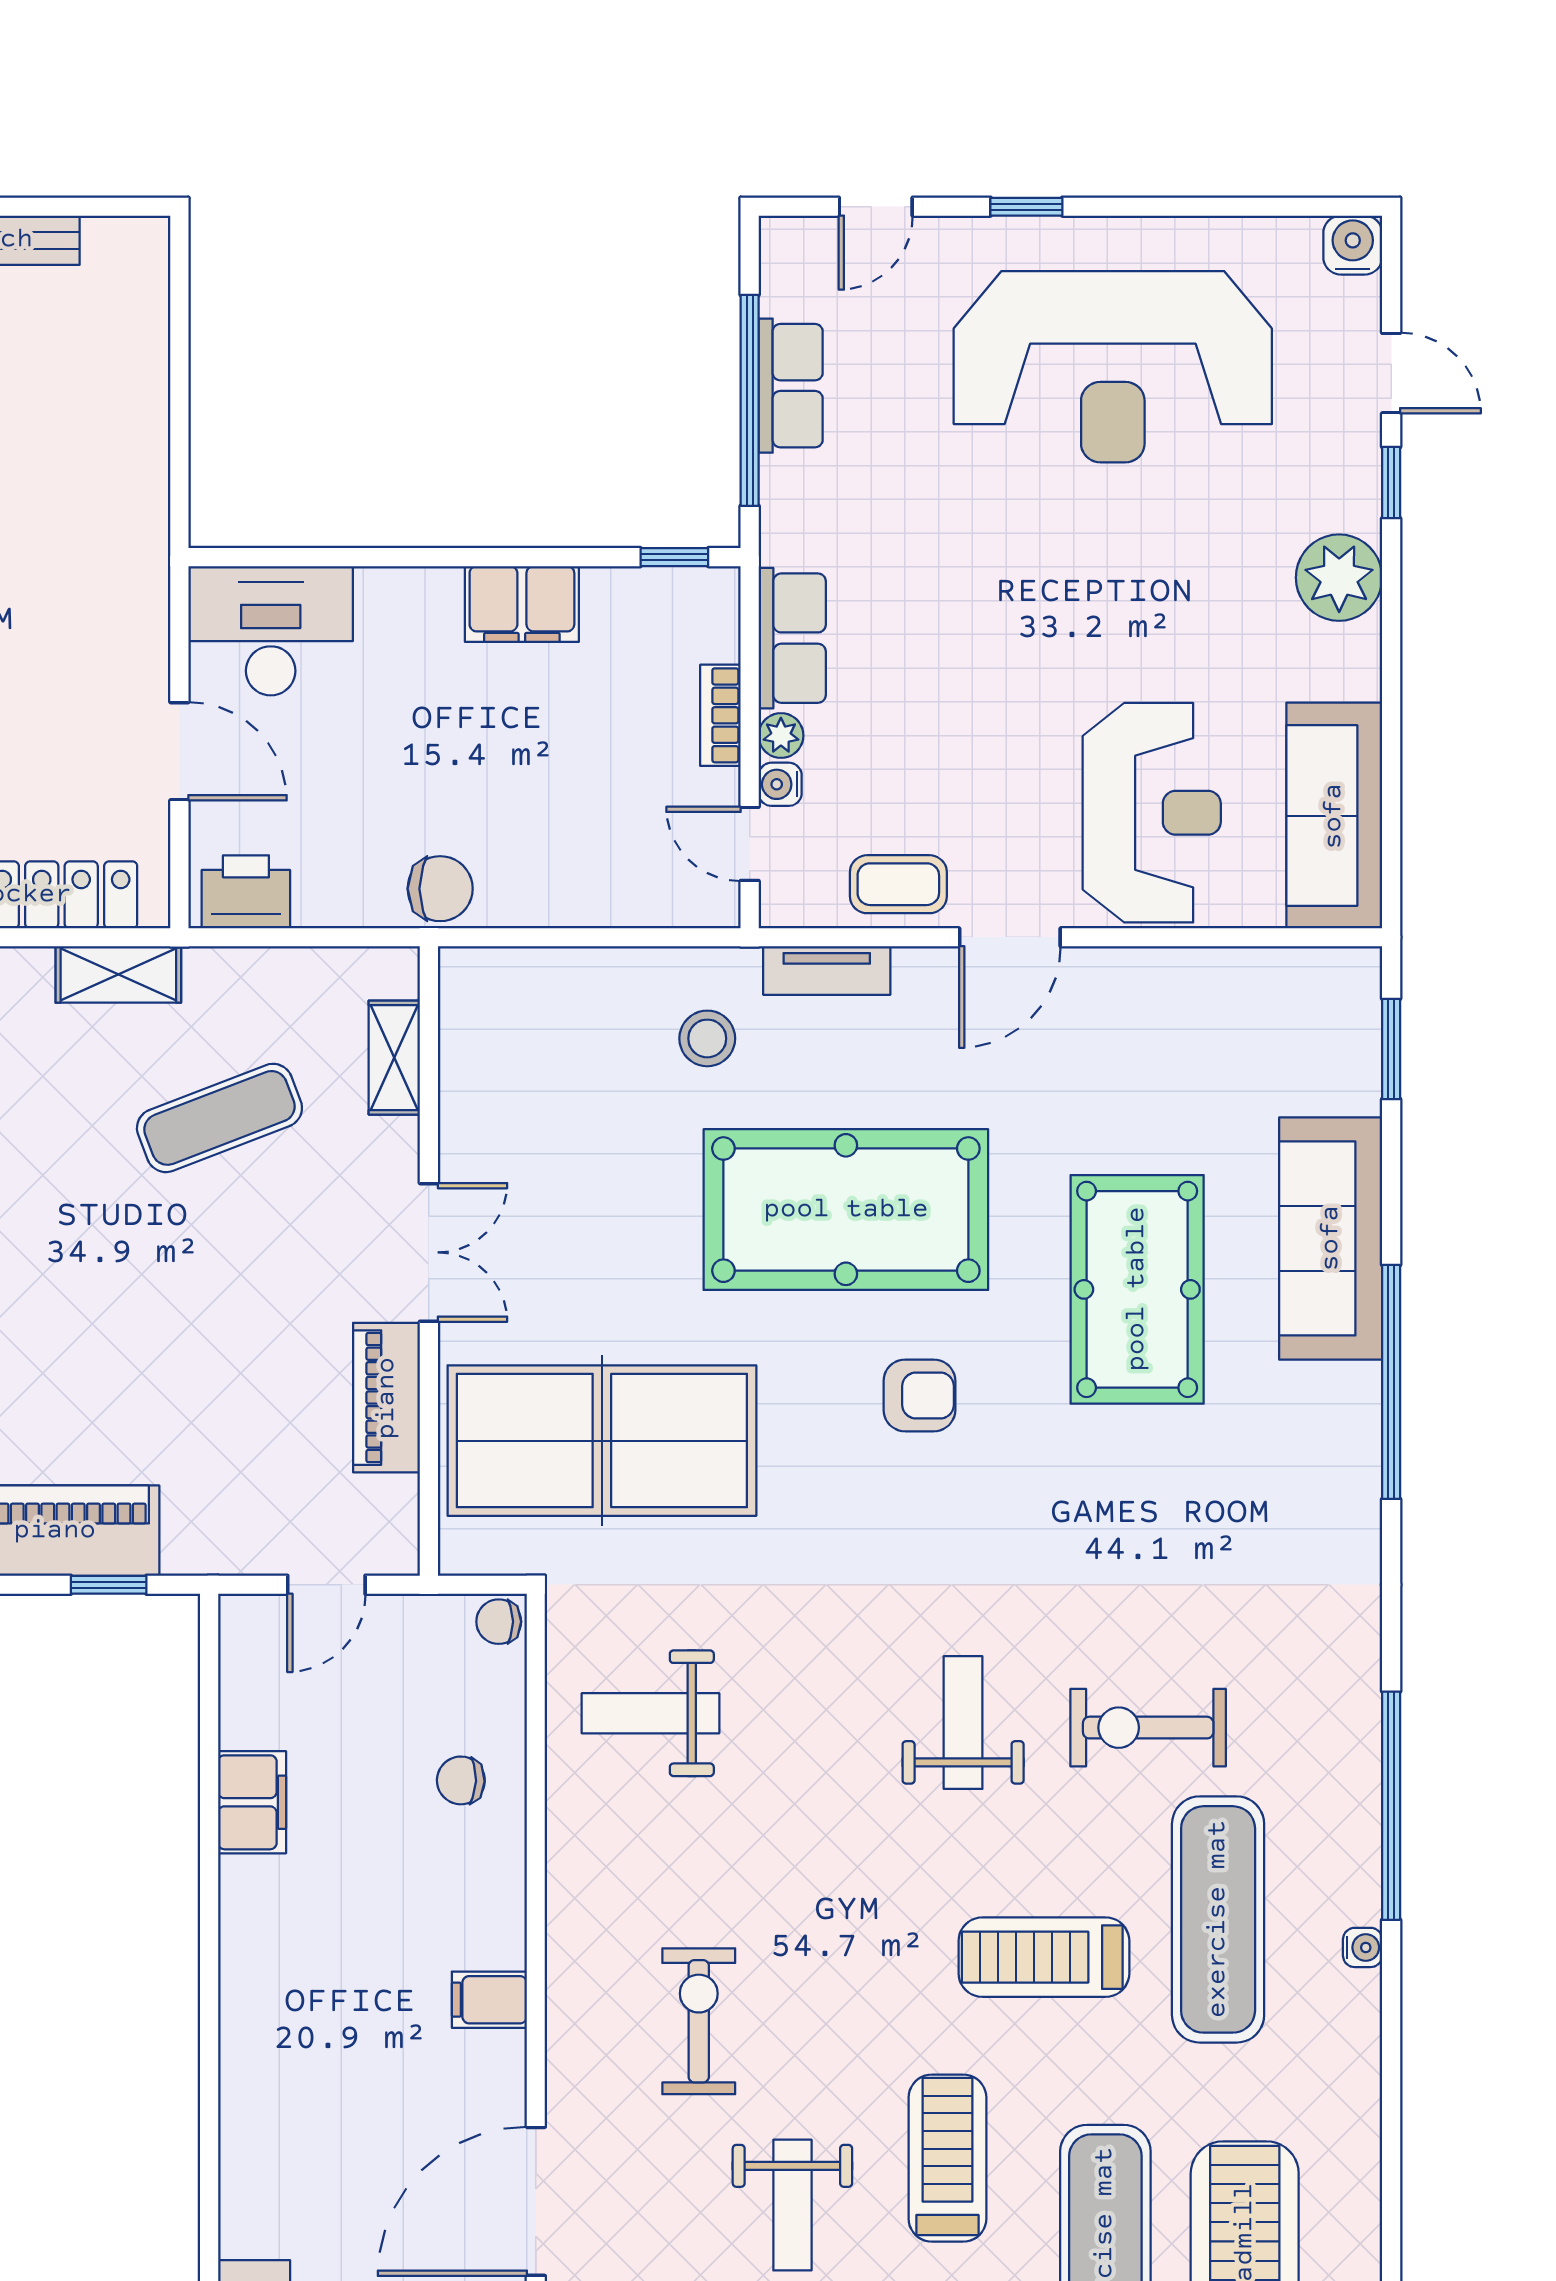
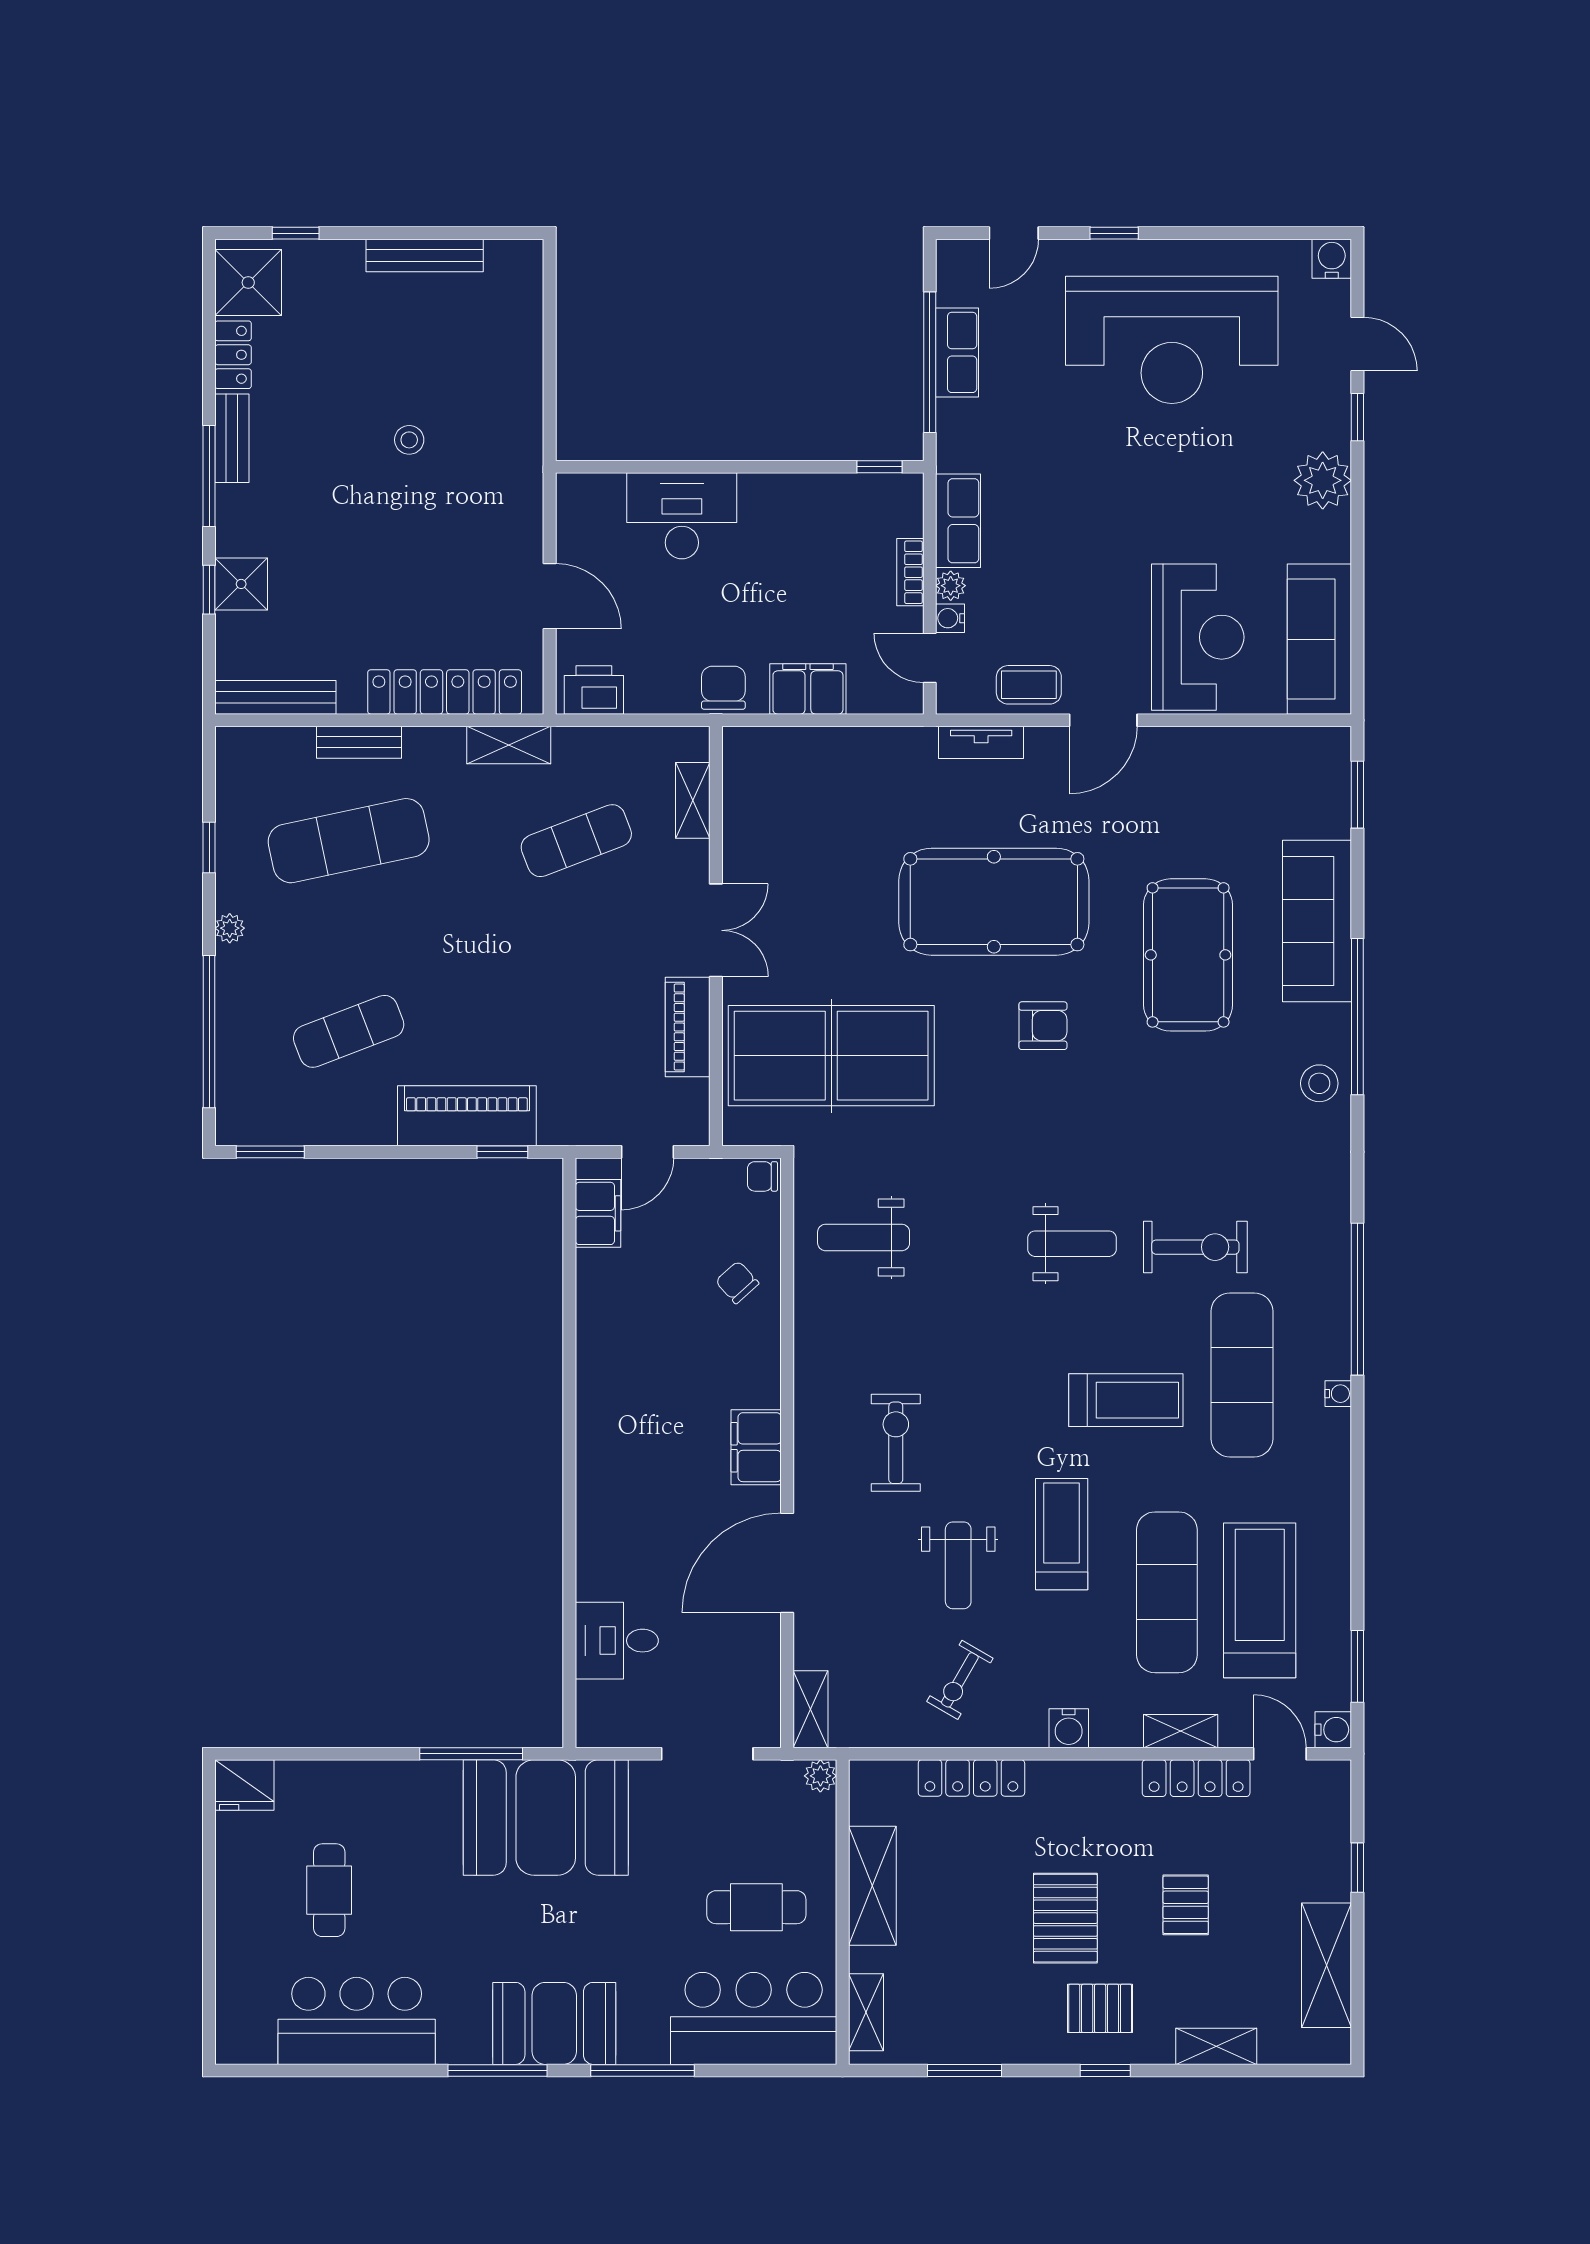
filing cabinet: (522, 604) -> (808, 689), moved, turned 180
desk: (271, 631) -> (682, 516), moved
chair: (440, 889) -> (723, 688), turned -90
stool: (707, 1038) -> (1319, 1083), moved
weight bench: (963, 1723) -> (1072, 1244), turned 90
exercise bike: (1148, 1728) -> (1195, 1247), turned 180
chair: (461, 1780) -> (737, 1282), turned 46
filing cabinet: (252, 1802) -> (598, 1213), moved
treadmill: (1044, 1957) -> (1126, 1400), turned 180
filing cabinet: (489, 2000) -> (756, 1447), width x2.00

